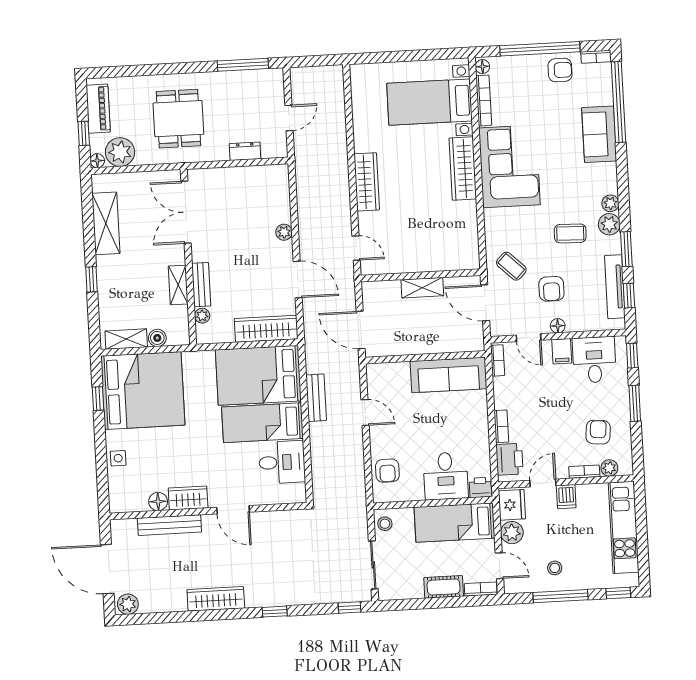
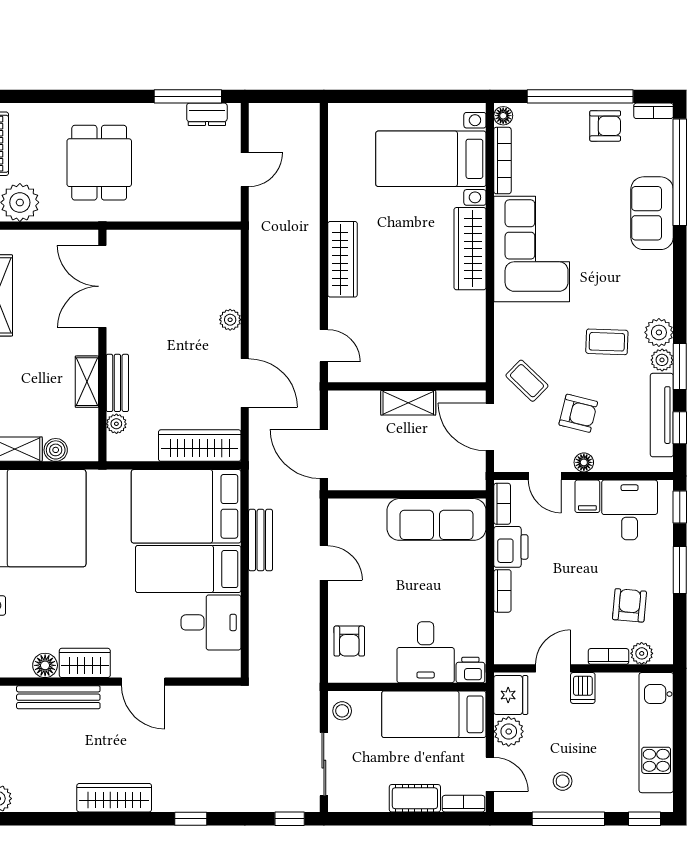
dresser: (245, 151) -> (207, 114), moved, turned 180
plant: (610, 203) -> (662, 360), moved
armchair: (551, 289) -> (578, 413), turned -76
printer: (510, 459) -> (511, 547), moved

